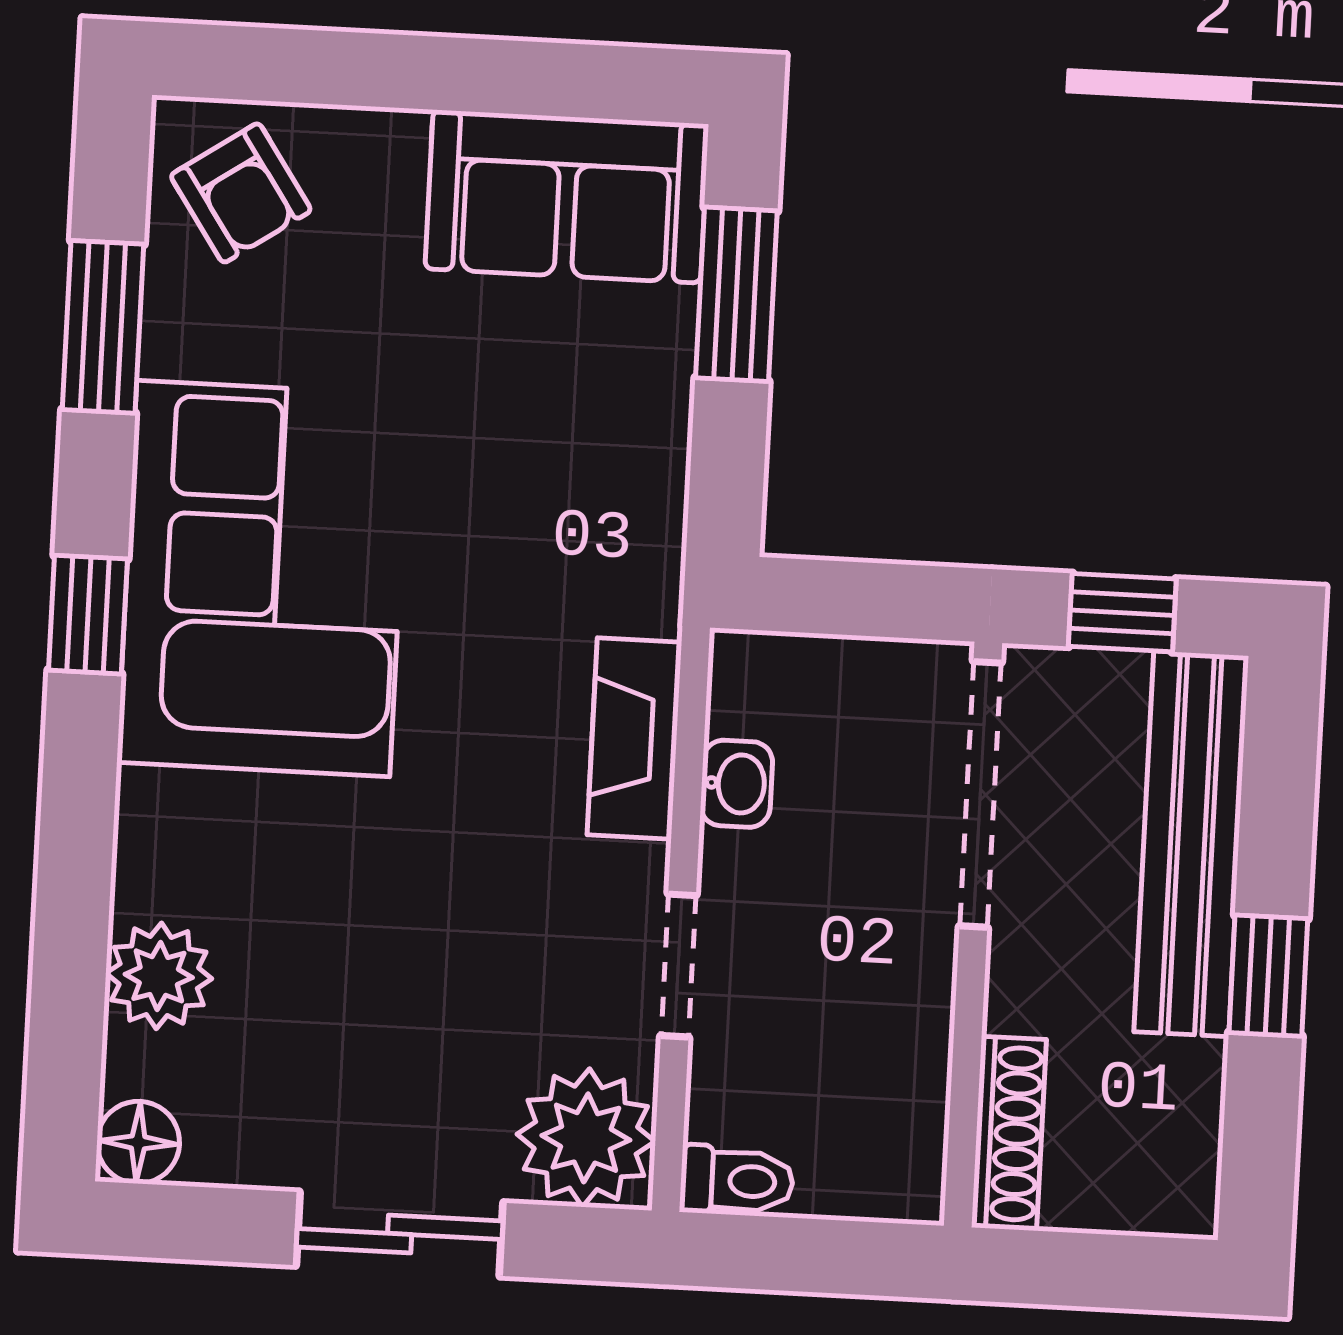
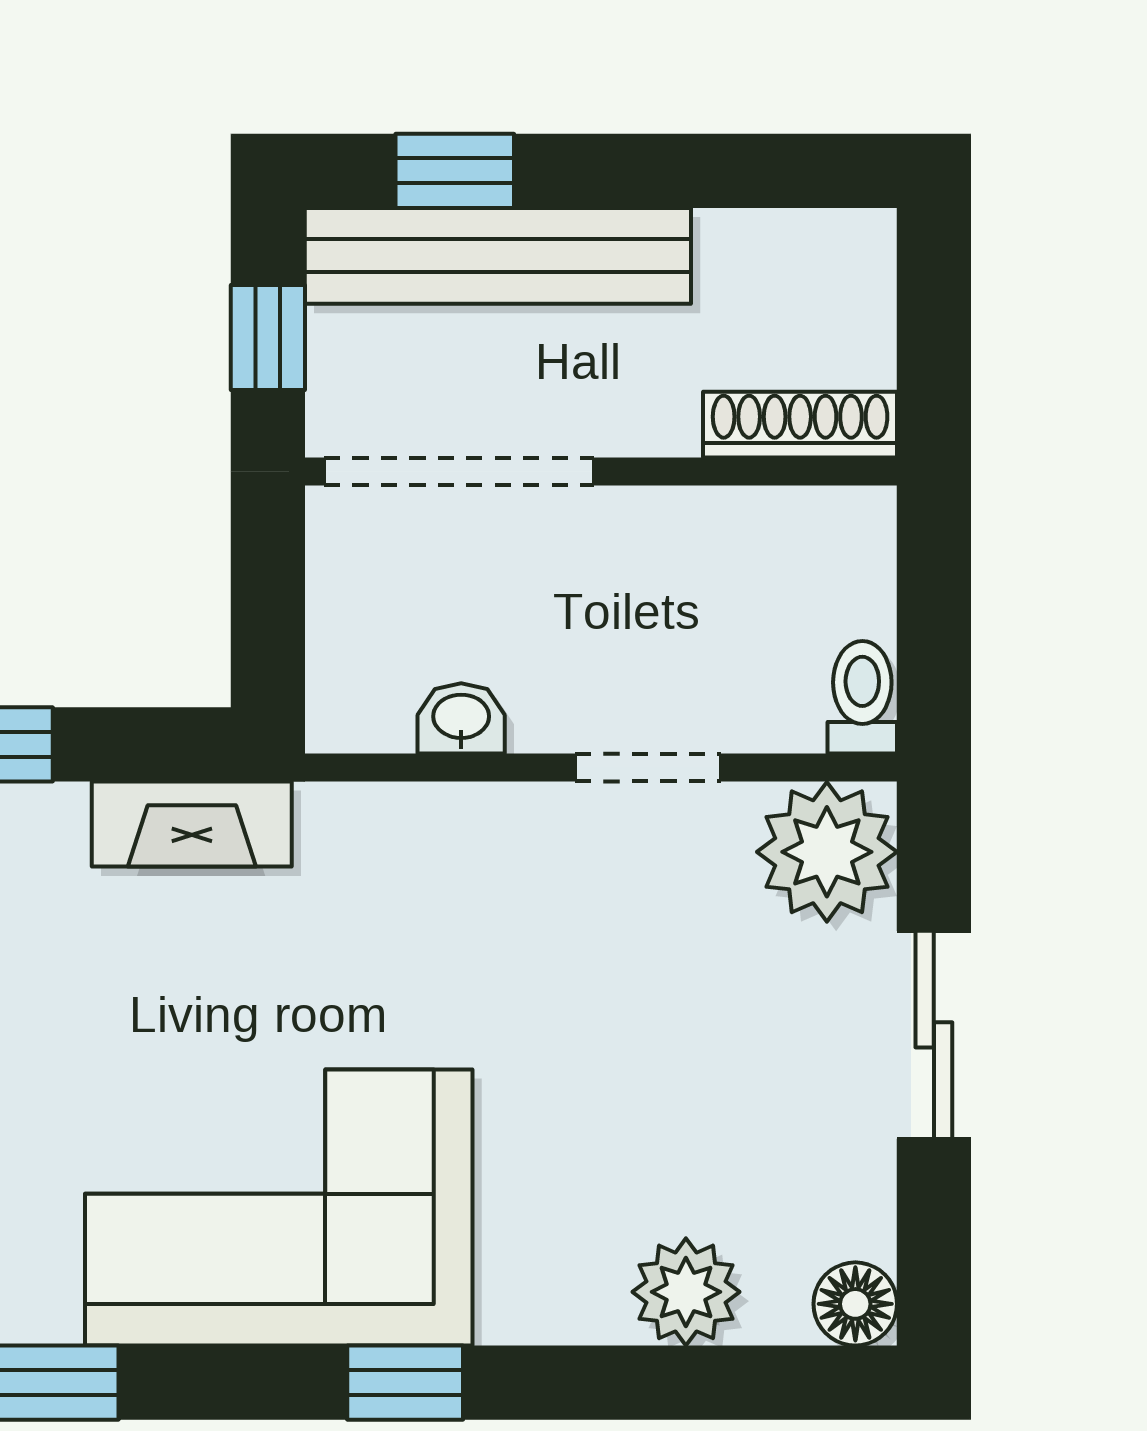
window: (88, 615) -> (405, 1383), moved
fireplace: (634, 738) -> (192, 824), moved
window: (1268, 976) -> (455, 171), moved

